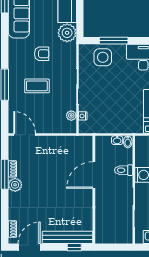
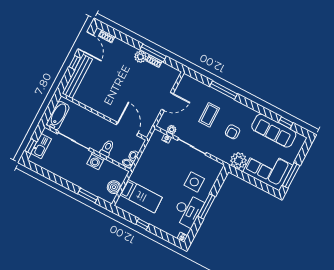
window: (114, 41) -> (206, 206), moved
side table: (103, 57) -> (194, 182), moved
door: (25, 135) -> (167, 101), moved
door: (94, 175) -> (127, 129), moved
bathtub: (117, 236) -> (58, 116), added
window: (74, 247) -> (75, 63), moved

